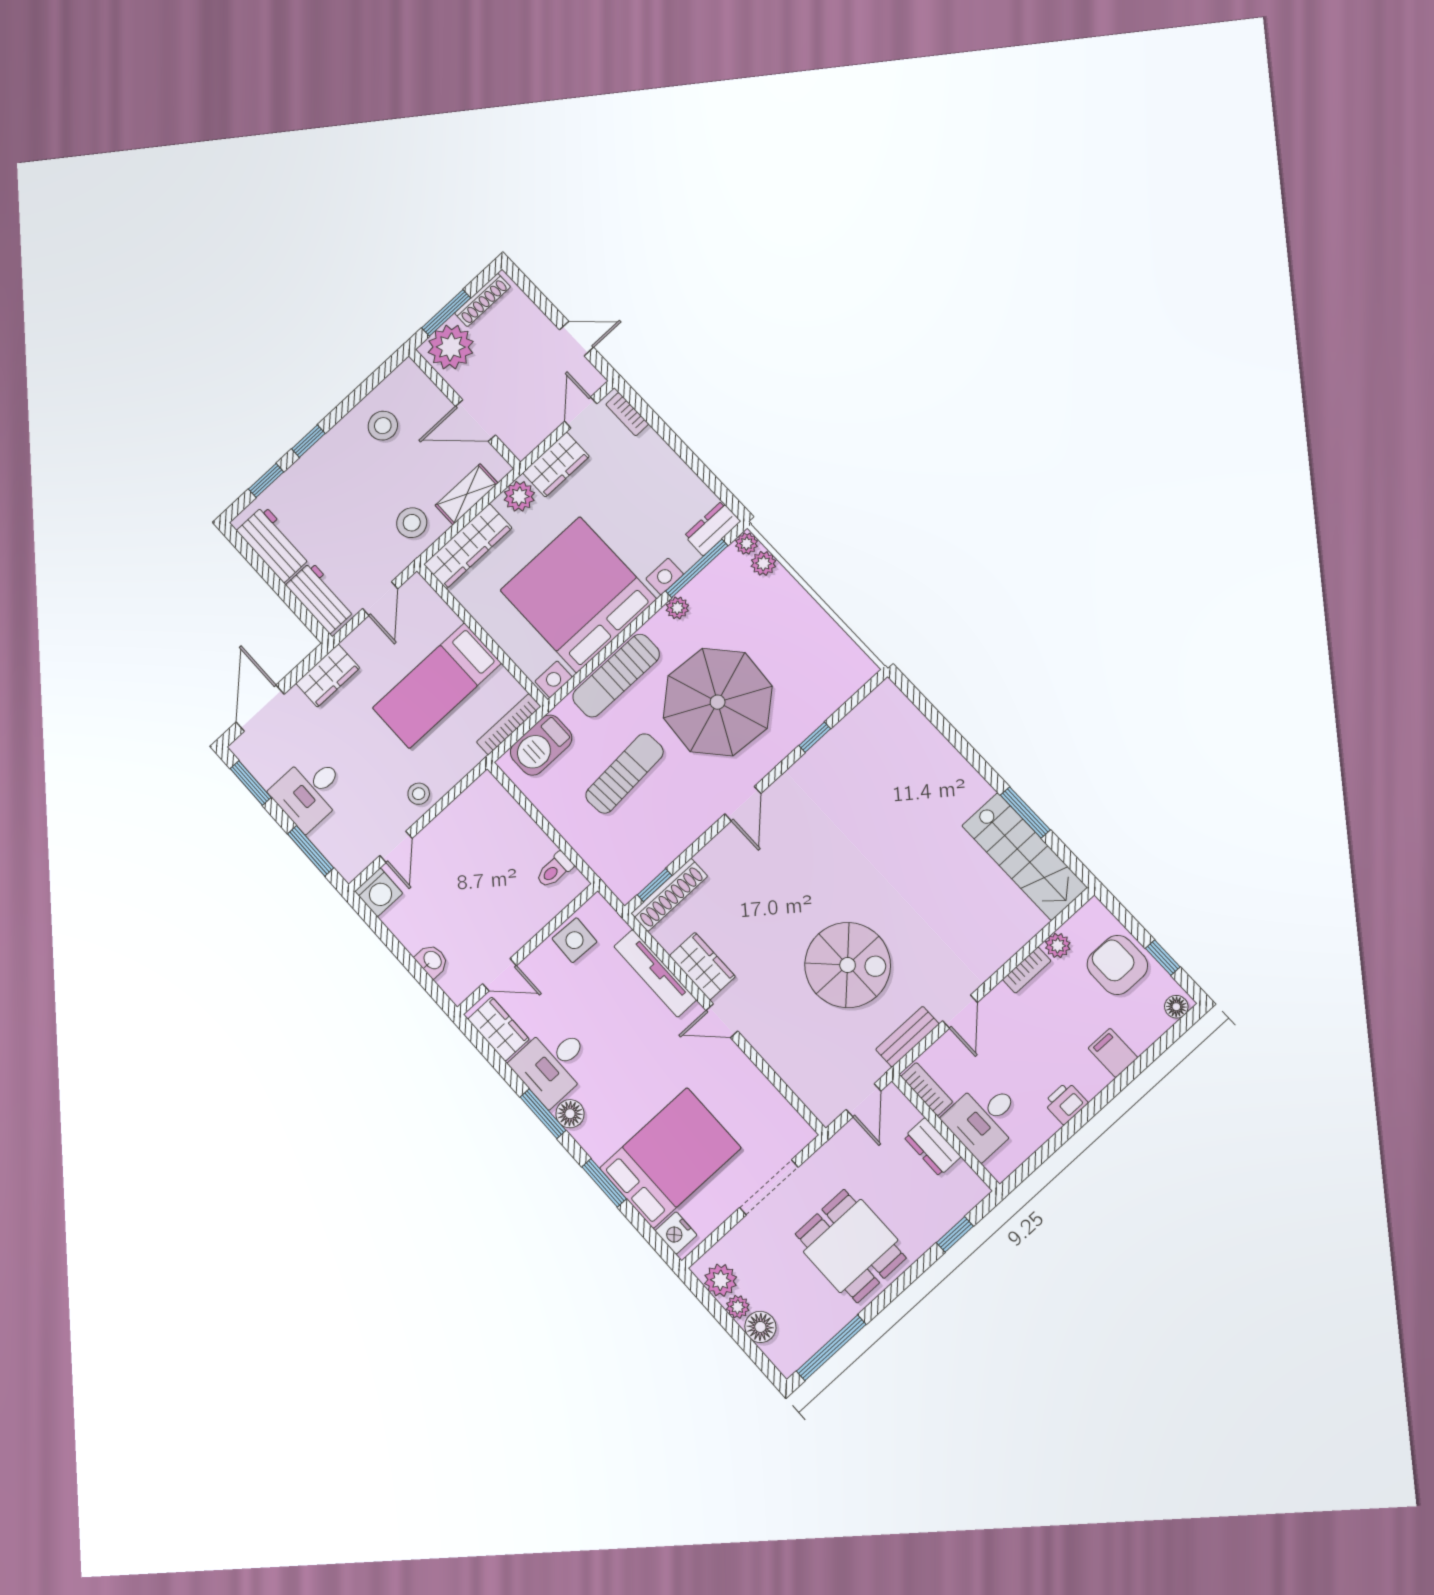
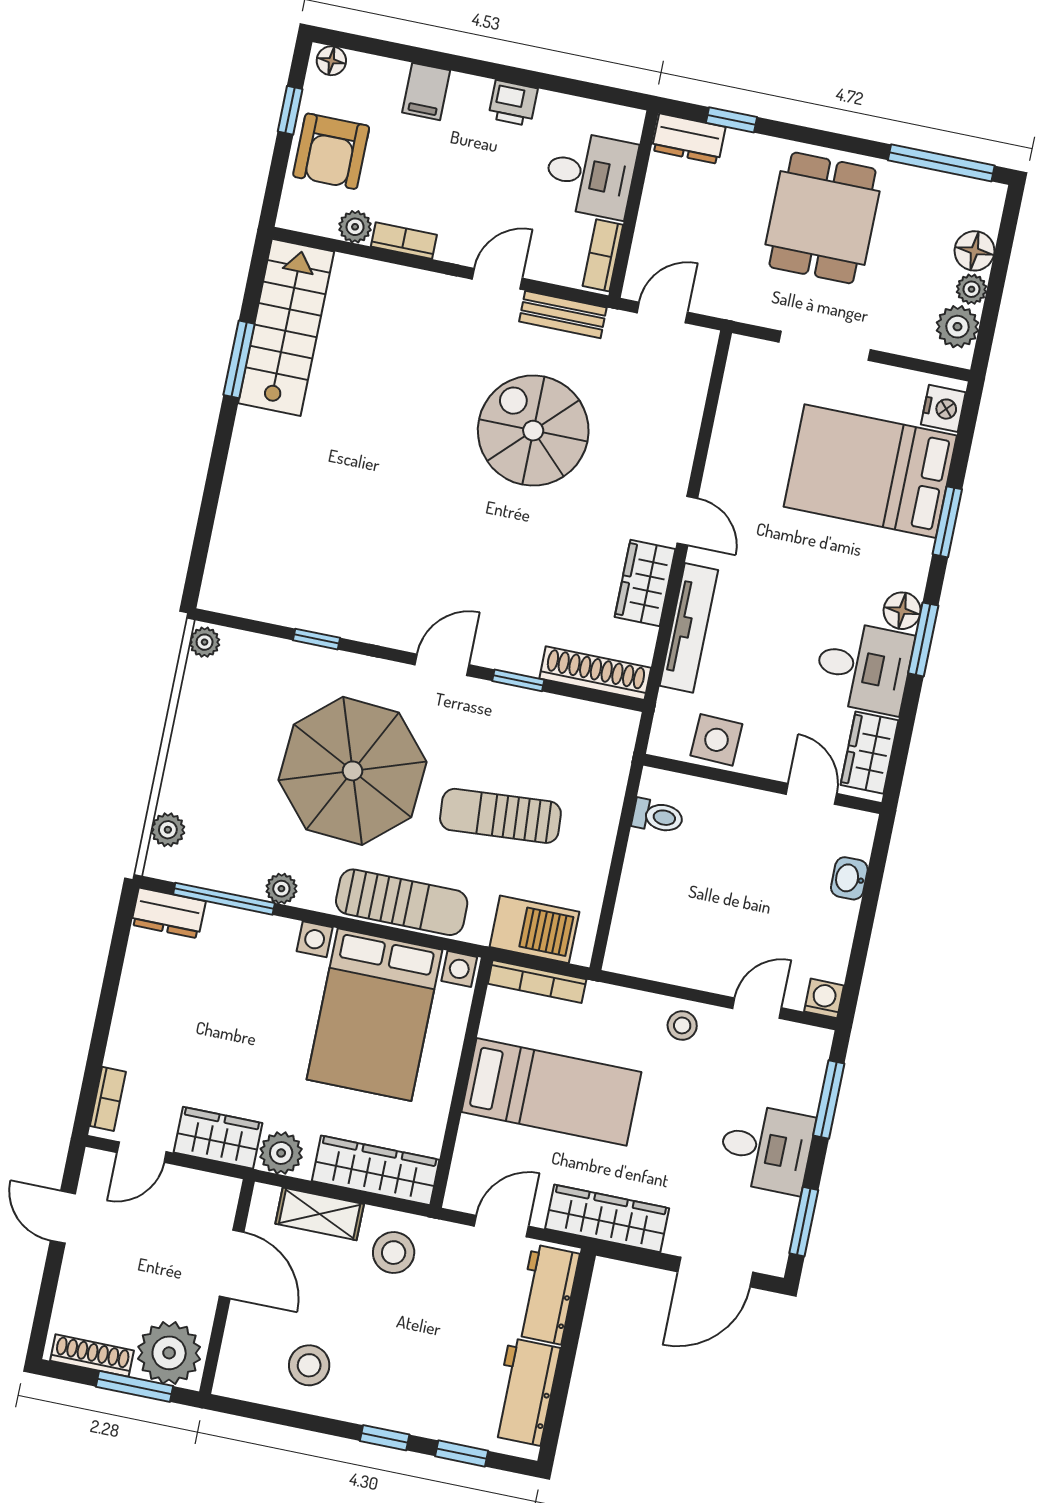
plant: (747, 544) -> (205, 642), moved
bed with nightstands: (578, 595) -> (375, 1015), width x0.73
wardrobe: (328, 676) -> (607, 1218), width x1.50
window: (655, 885) -> (518, 680), moved
washing machine: (379, 892) -> (824, 998), width x0.73, depth x0.73
dresser: (932, 1147) -> (689, 139), moved, turned 90

